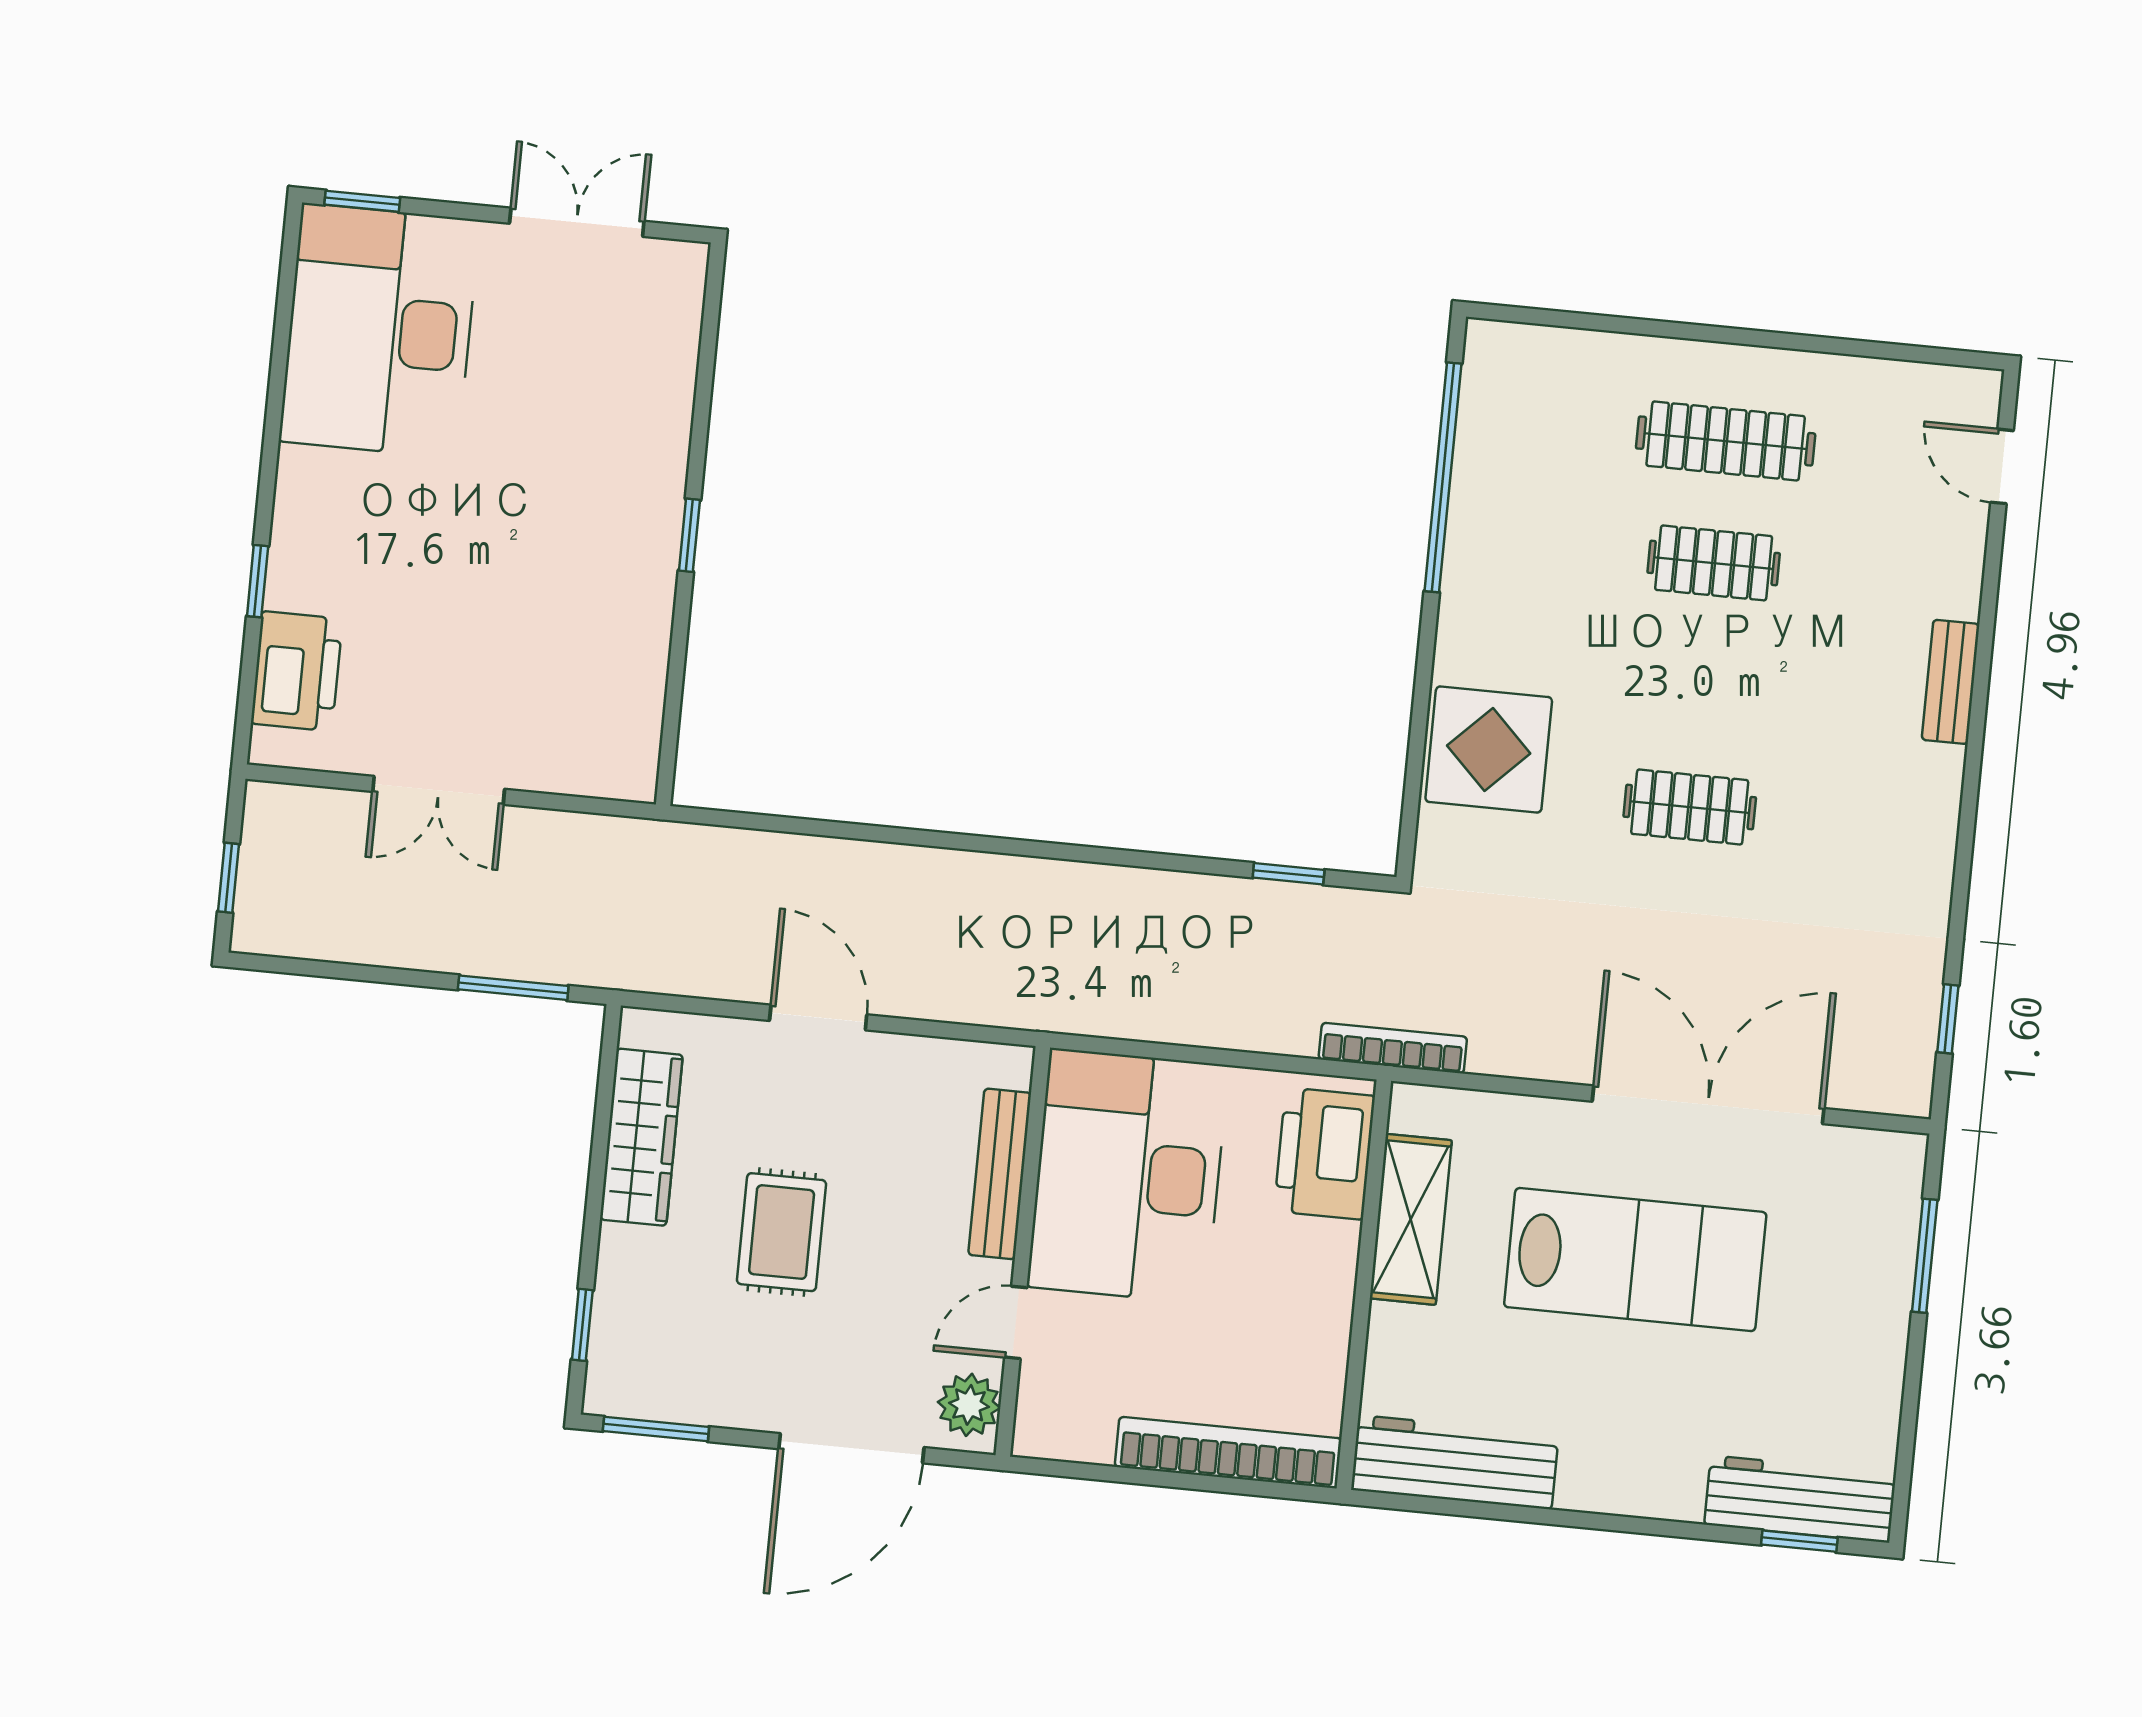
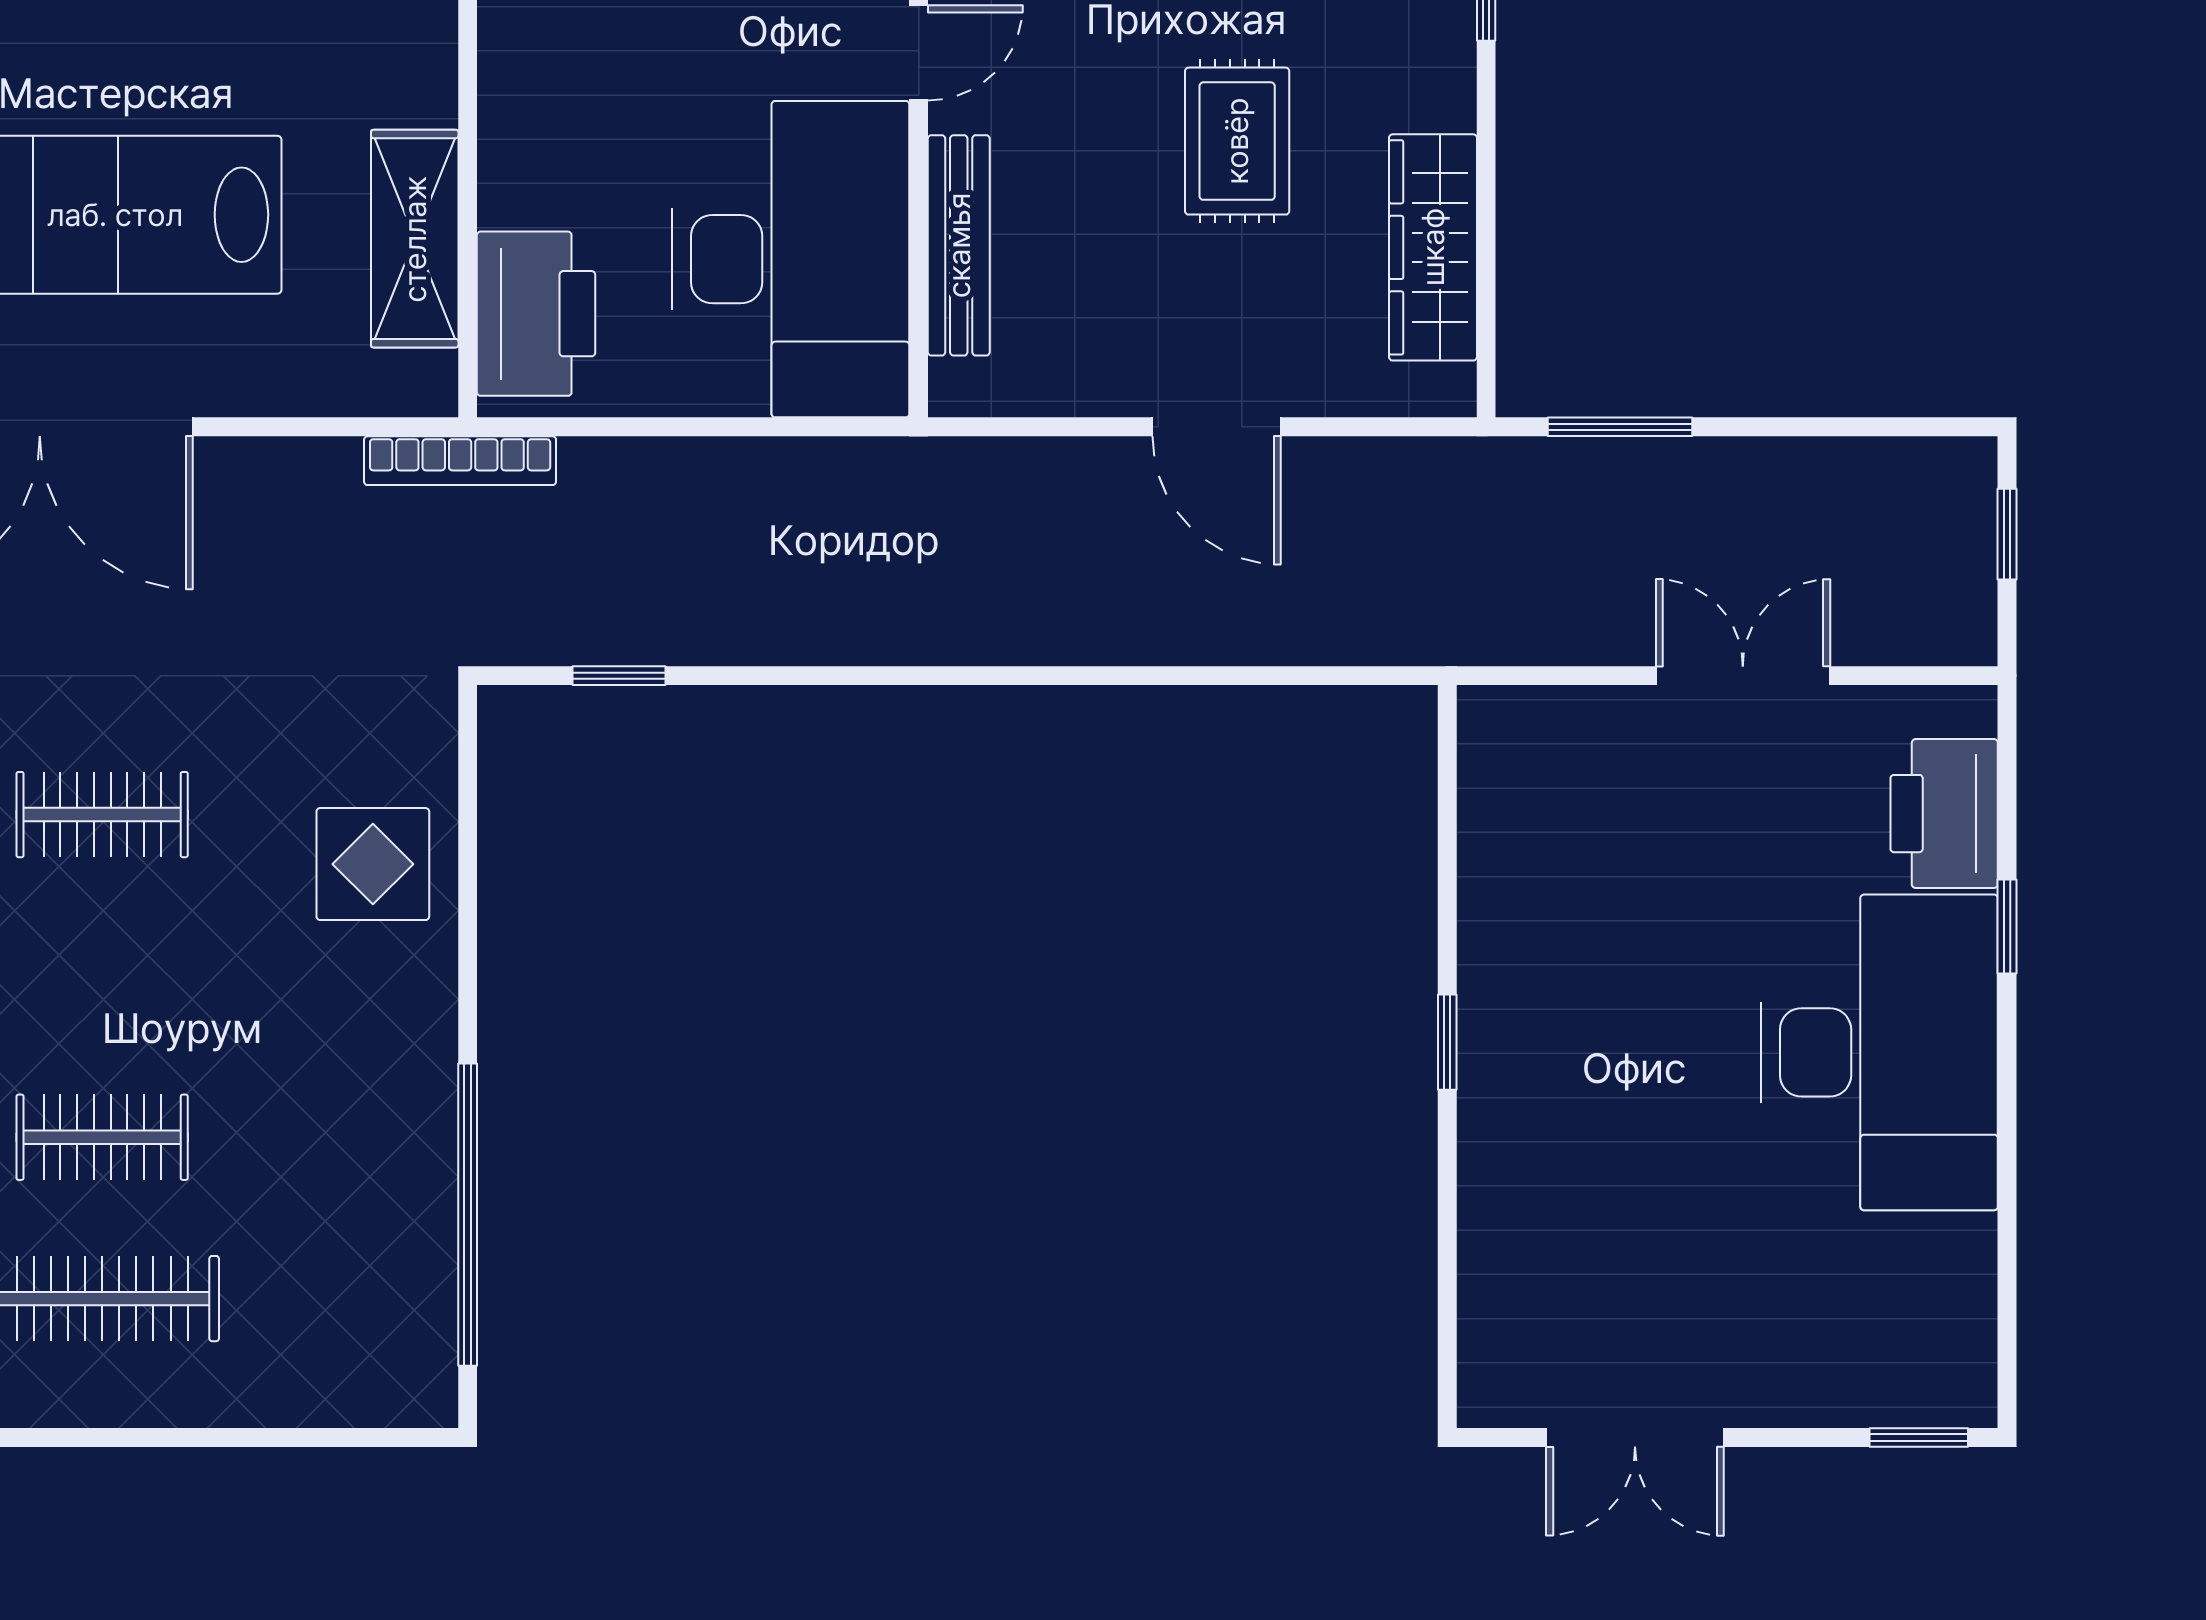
desk: (380, 331) -> (1879, 1052), moved
display table: (1489, 750) -> (373, 864), width x0.73, depth x0.73

